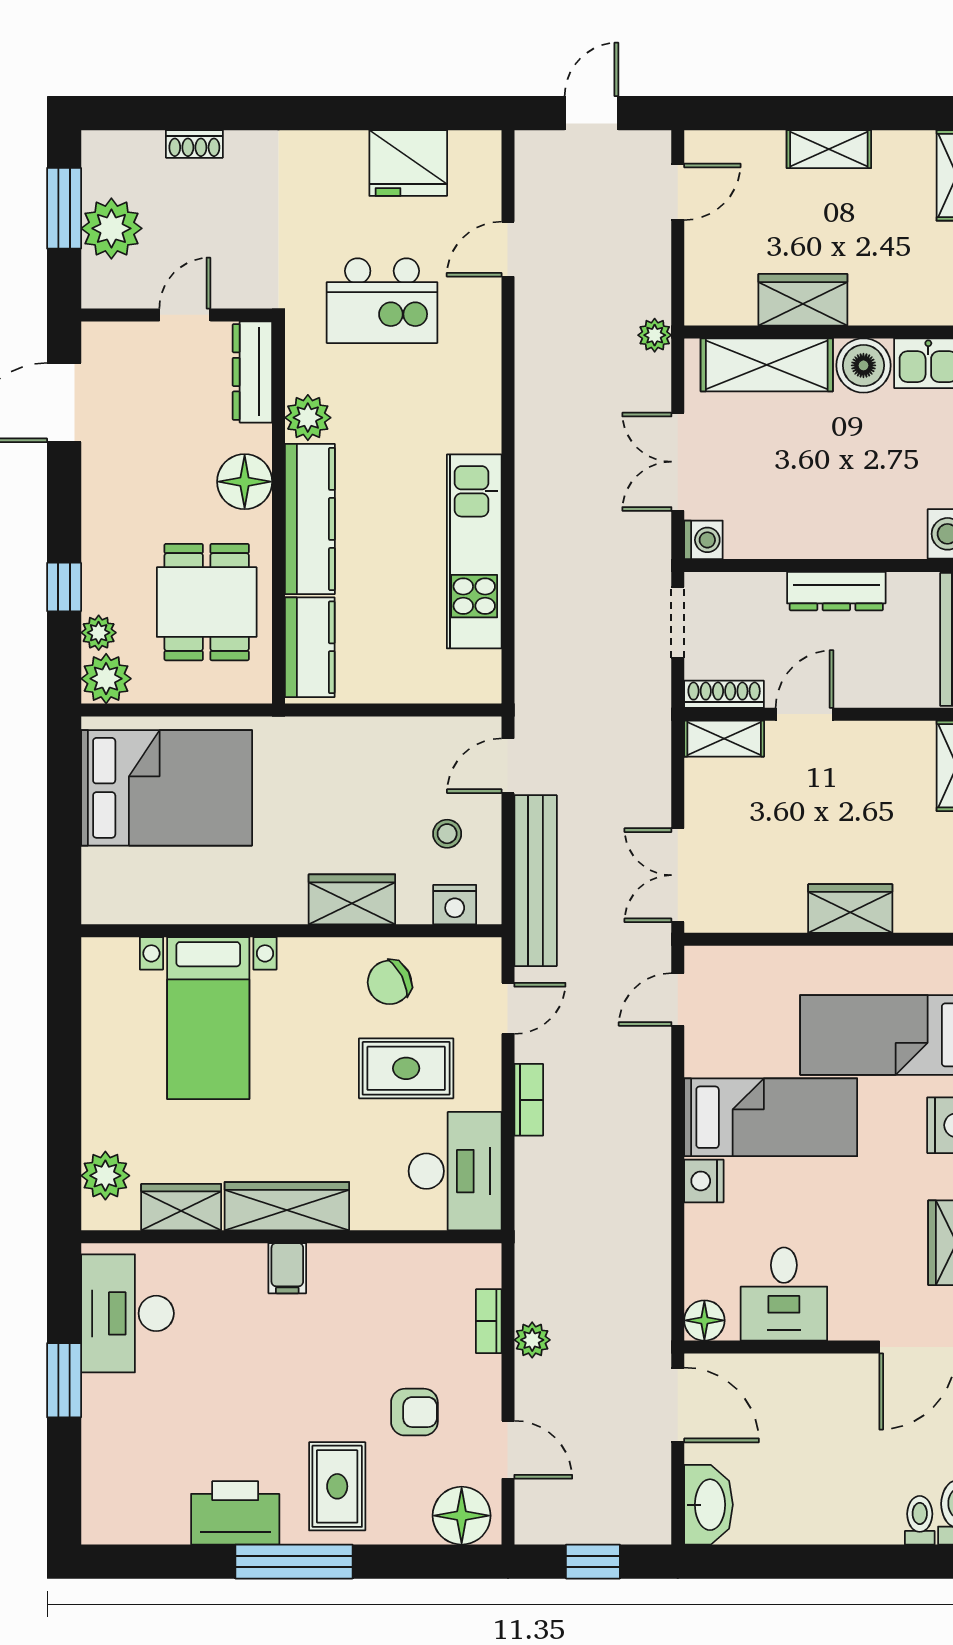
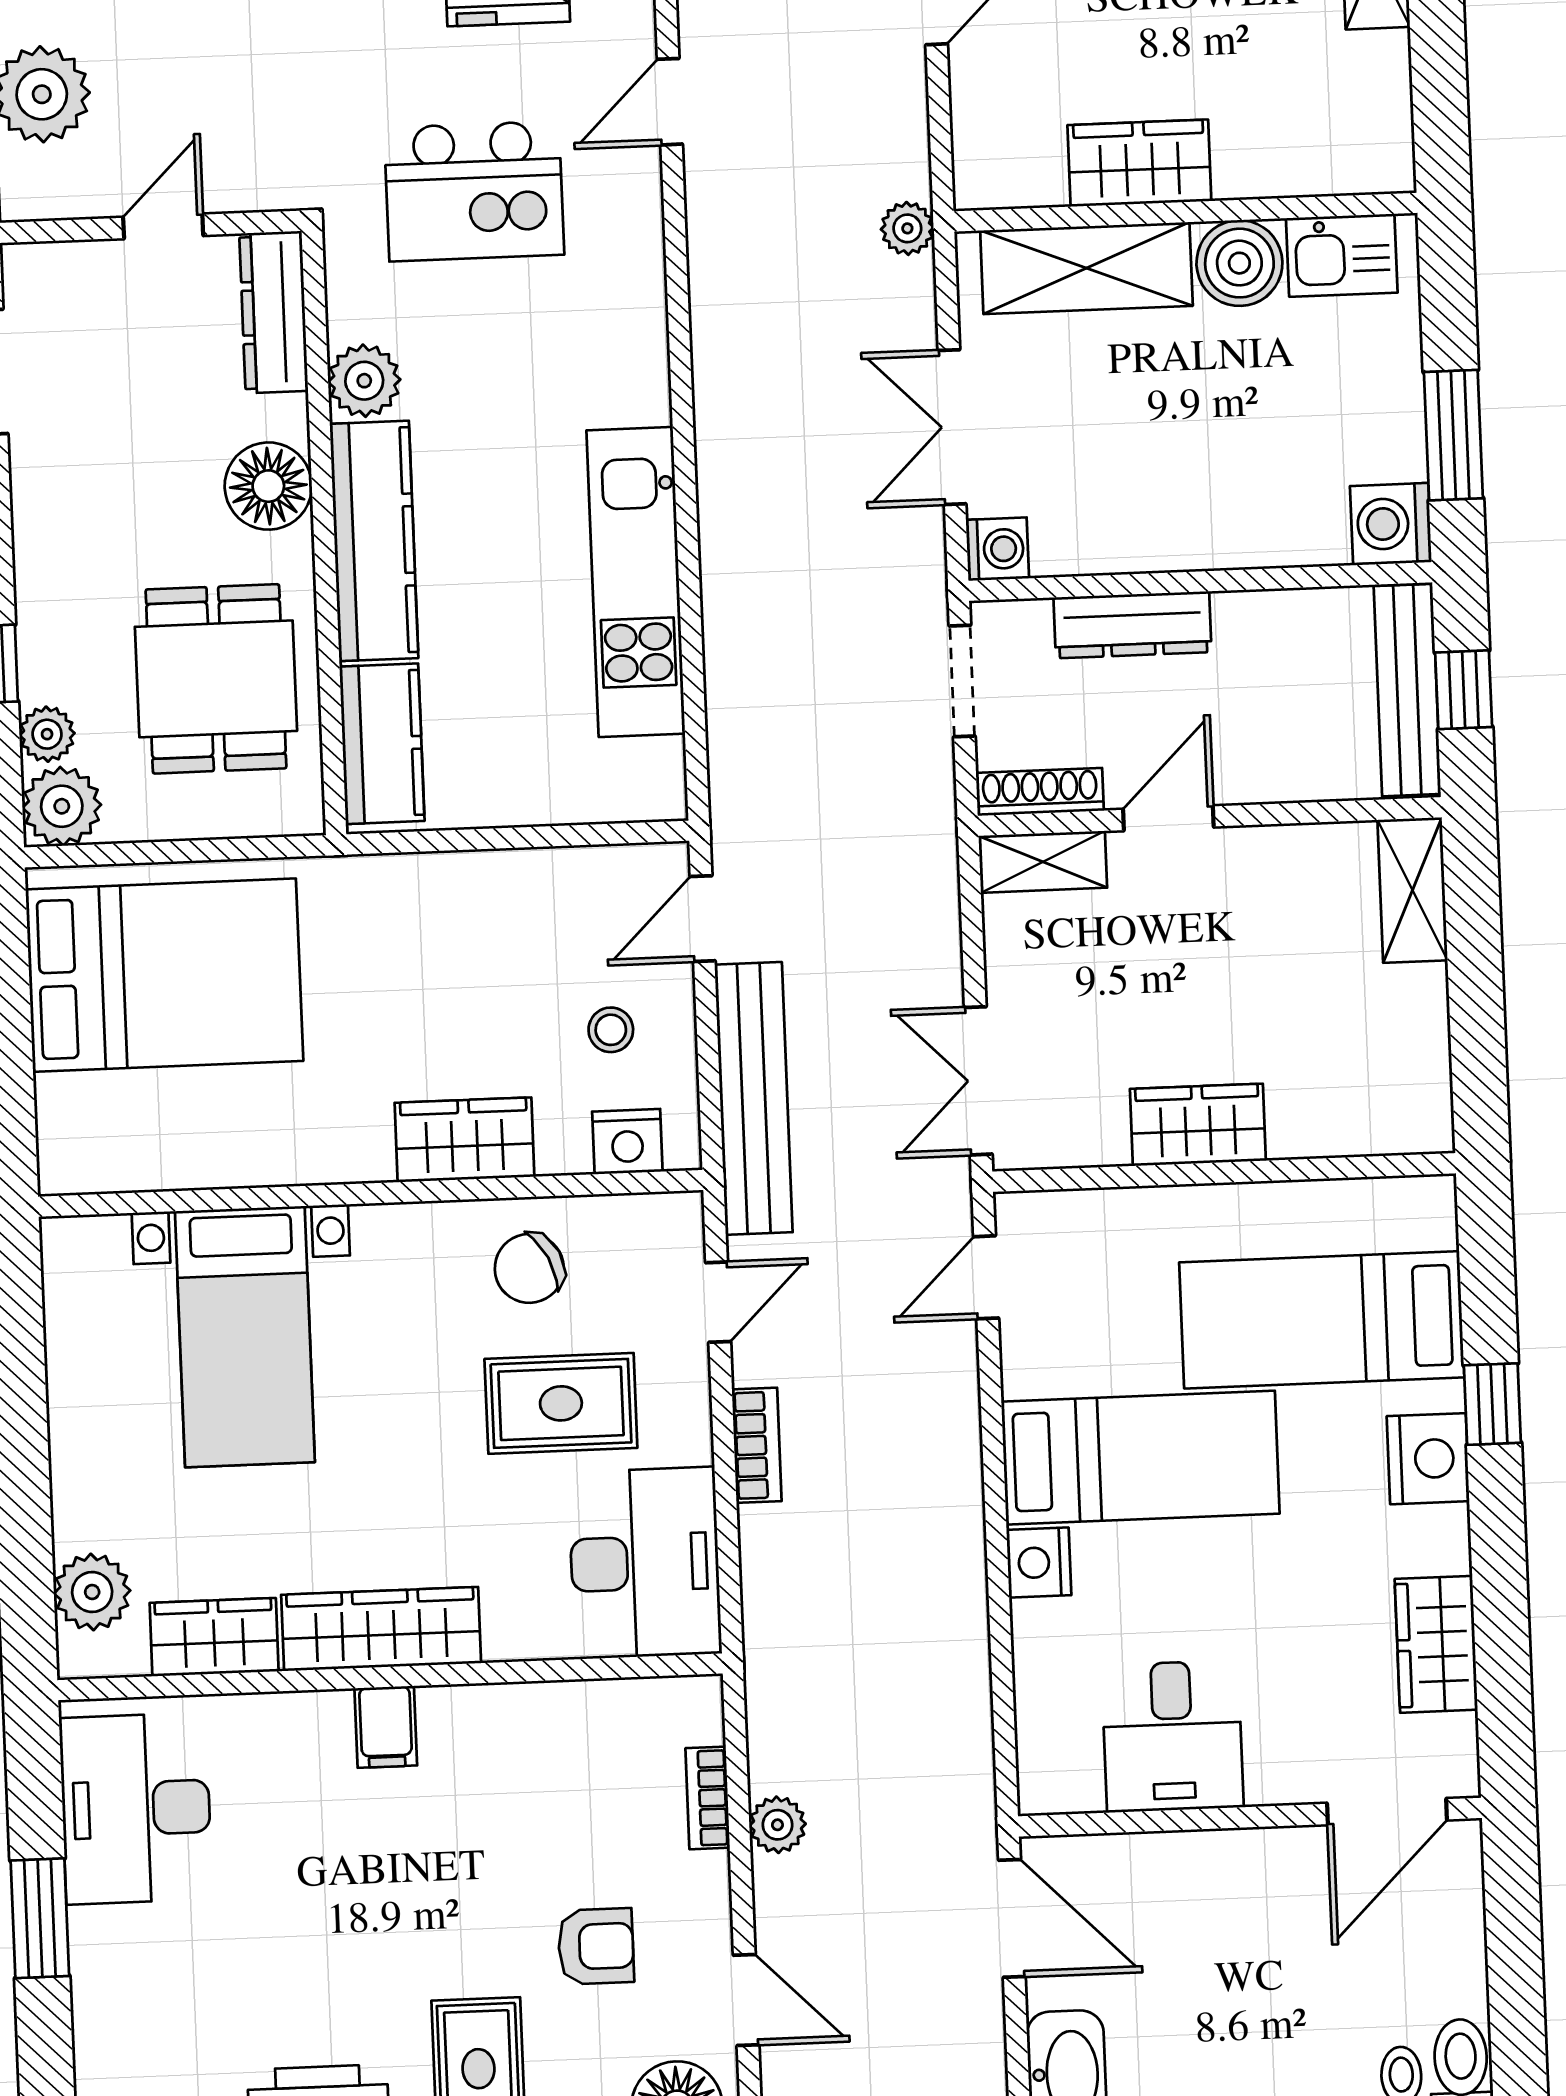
dresser: (836, 591) -> (1132, 625), moved
wardrobe: (850, 909) -> (1198, 1125), moved
floor lamp: (704, 1320) -> (1049, 1783), removed

